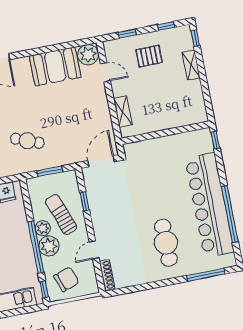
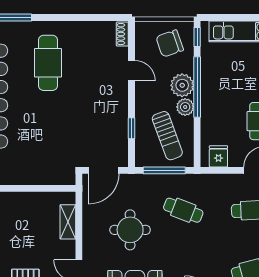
round table: (69, 115) -> (130, 230), added
window: (50, 171) -> (164, 170), width x1.44
sun lounger: (61, 214) -> (167, 136), moved
door: (94, 250) -> (131, 71), hinge flipped
shoe rack: (107, 275) -> (122, 34), width x0.70

